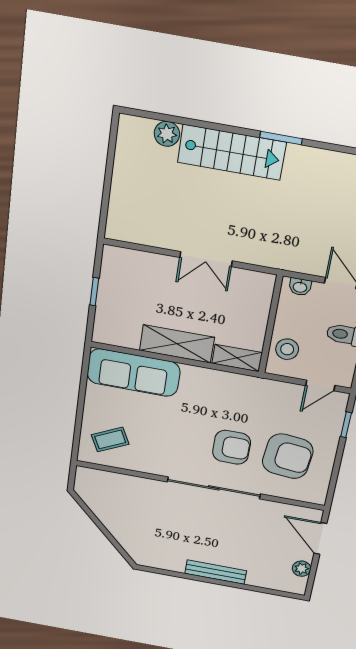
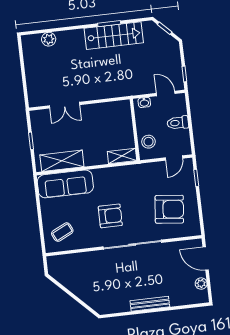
stairs: (232, 152) -> (114, 36), moved
double door: (206, 259) -> (65, 105), moved
shelving: (177, 344) -> (62, 161), moved
armchair: (232, 447) -> (110, 216), moved

